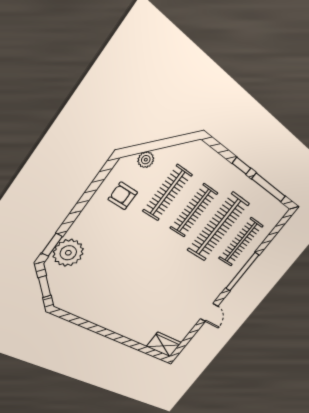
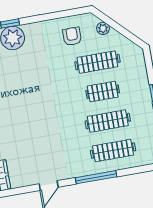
clothes rail: (194, 210) -> (103, 92), width x0.73
clothes rail: (218, 227) -> (108, 121), width x0.73, depth x0.76

